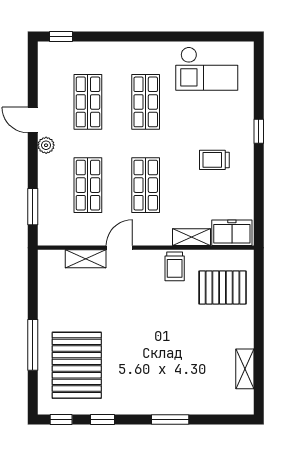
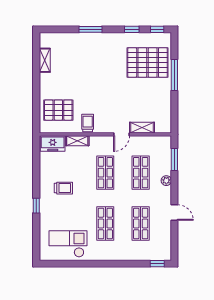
plant: (46, 145) -> (166, 181), moved
pallet: (77, 365) -> (148, 63), turned 90

